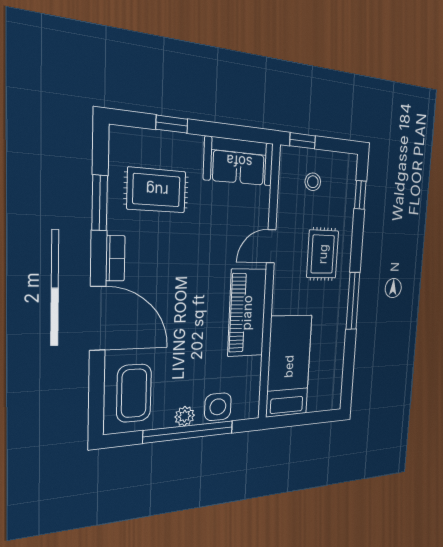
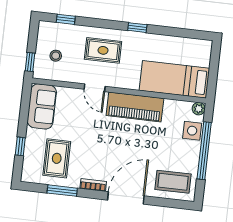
window: (353, 301) -> (137, 28), width x0.46
plant: (185, 416) -> (199, 109), moved

